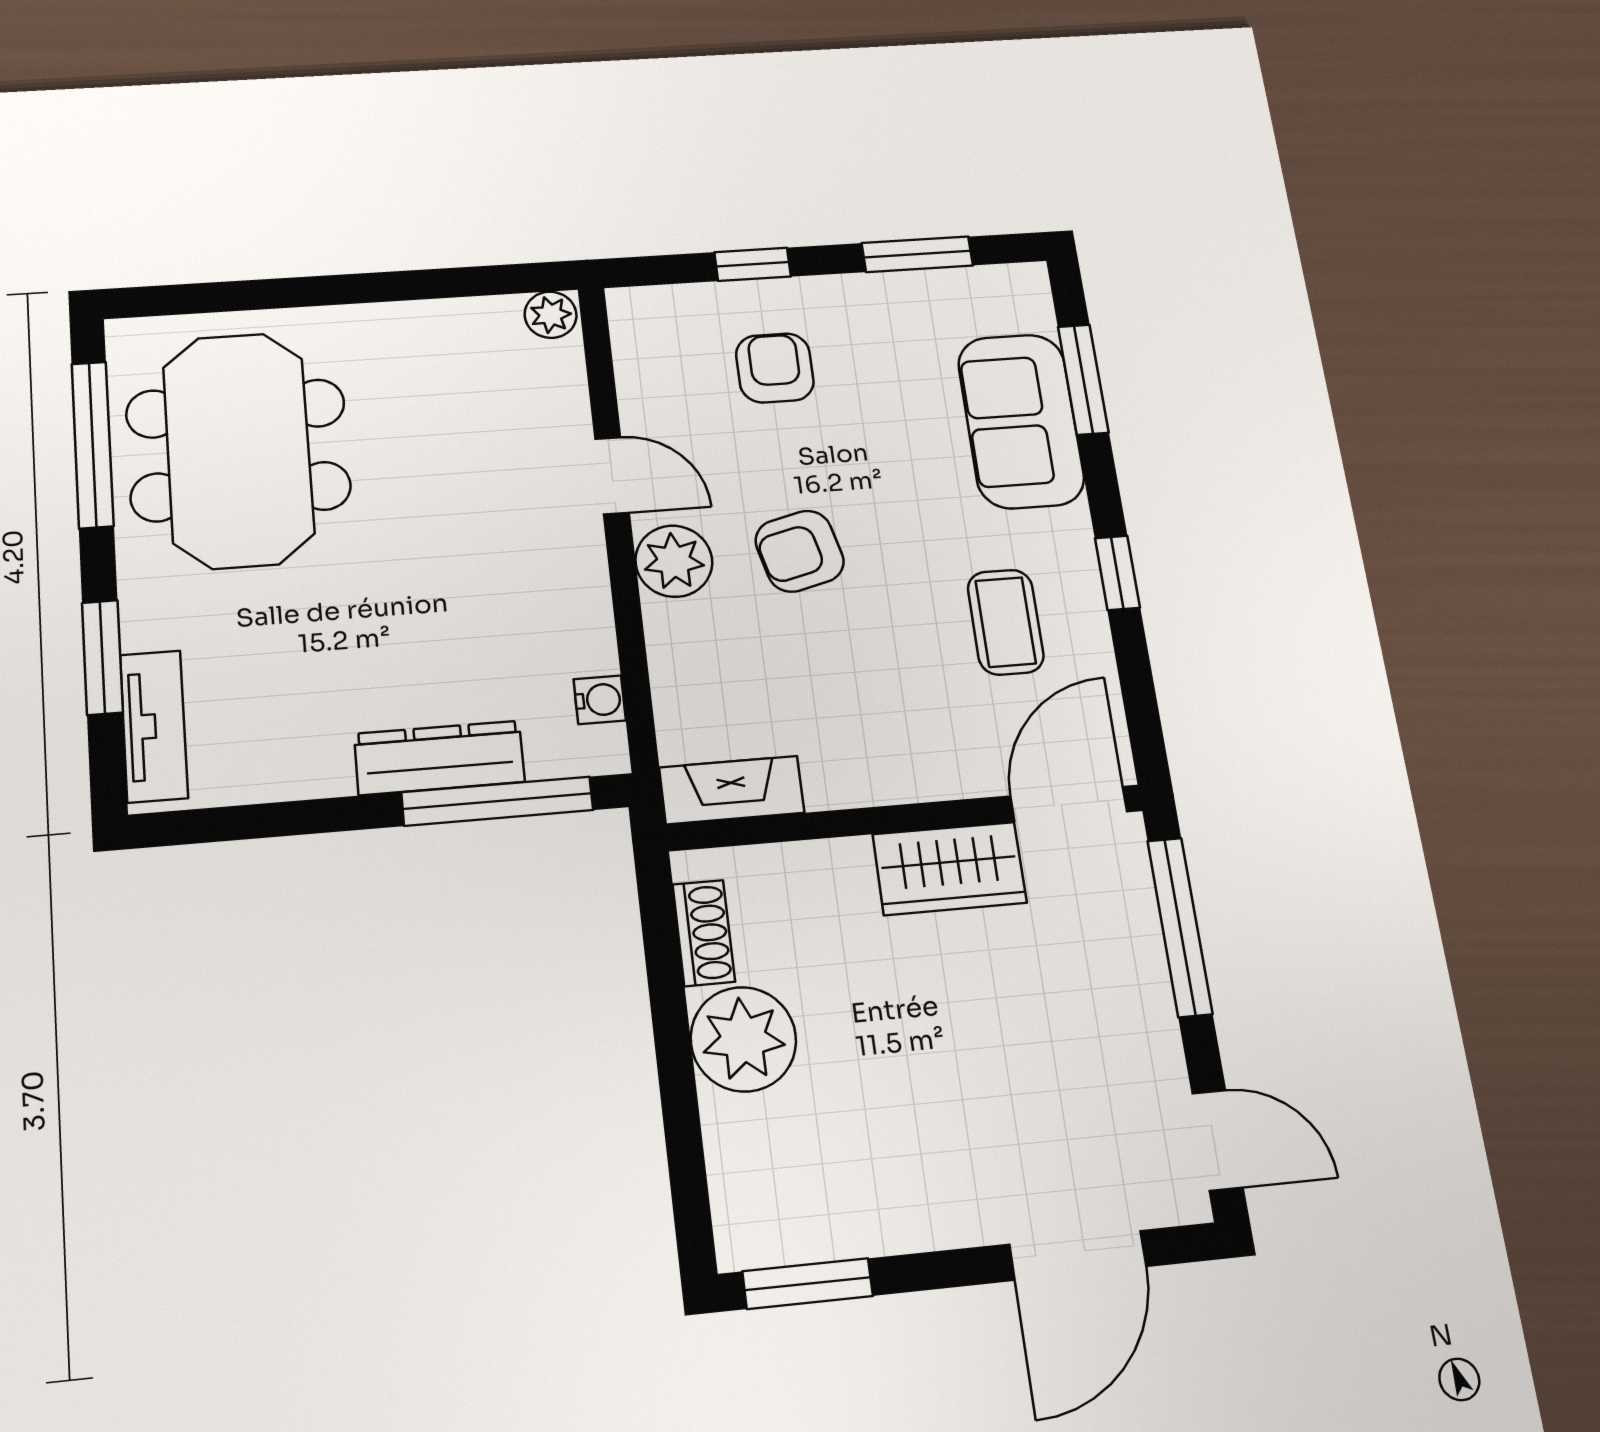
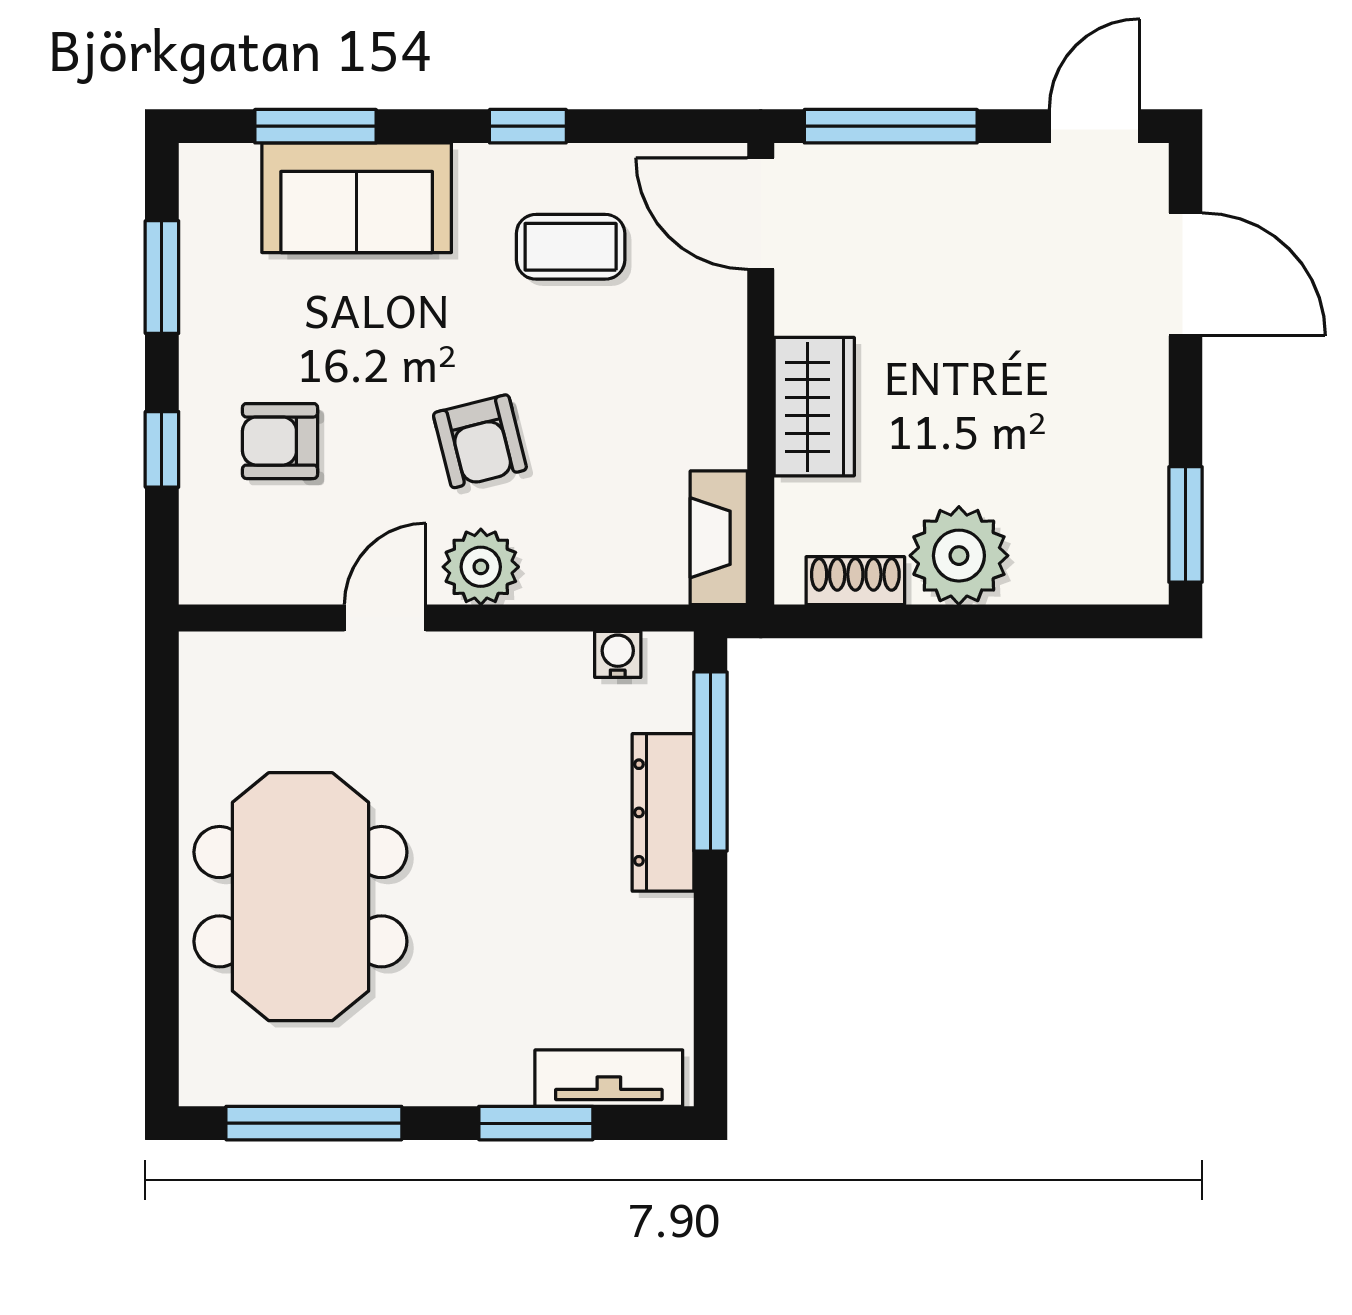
plant: (551, 315) -> (205, 662), removed
meeting table: (238, 450) -> (300, 897), moved, turned 90
wardrobe: (949, 869) -> (814, 407), moved

